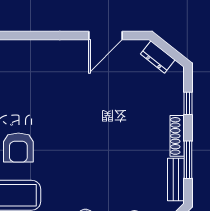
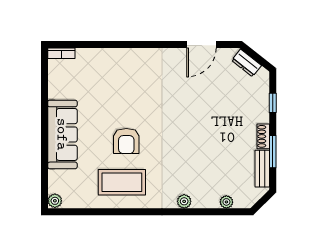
shoe rack: (177, 136) -> (263, 136), width x0.70

